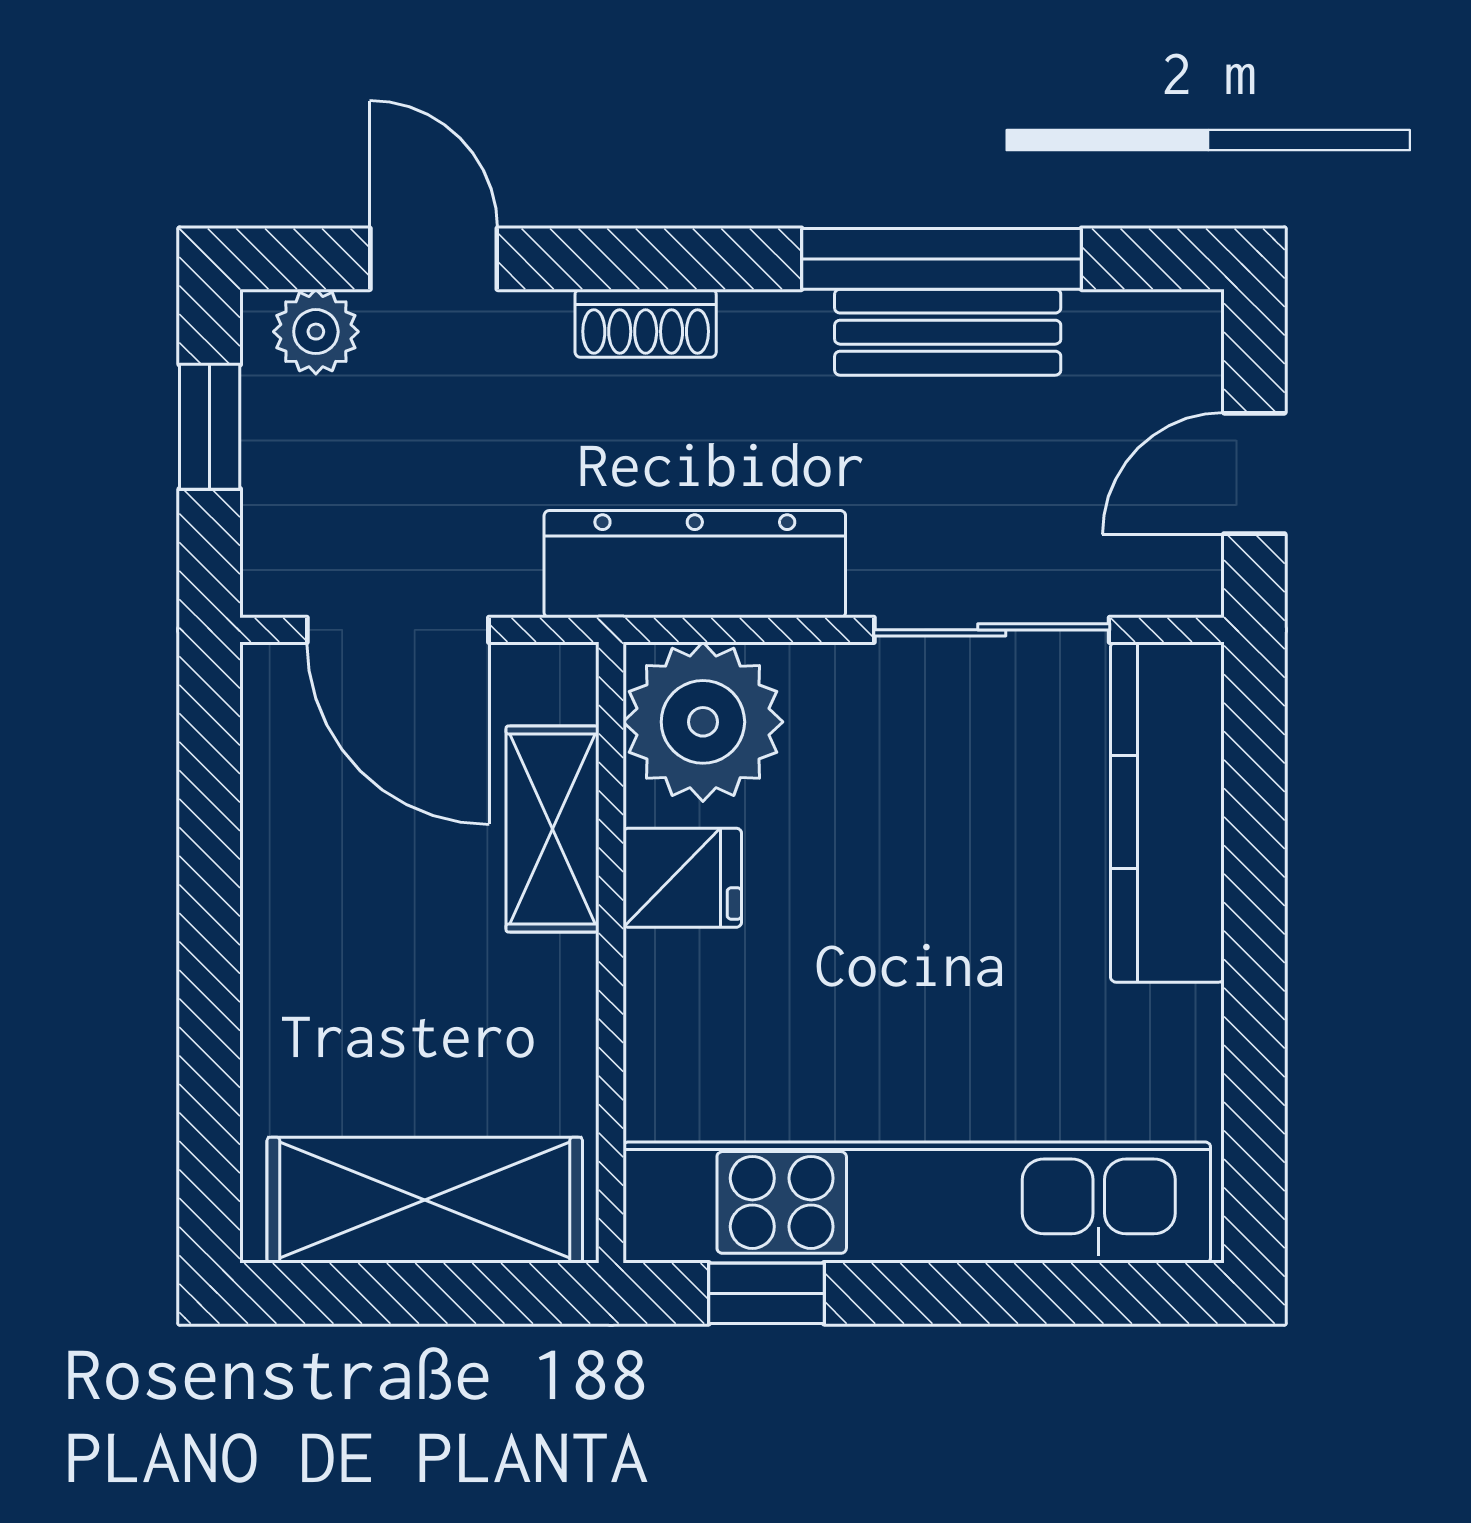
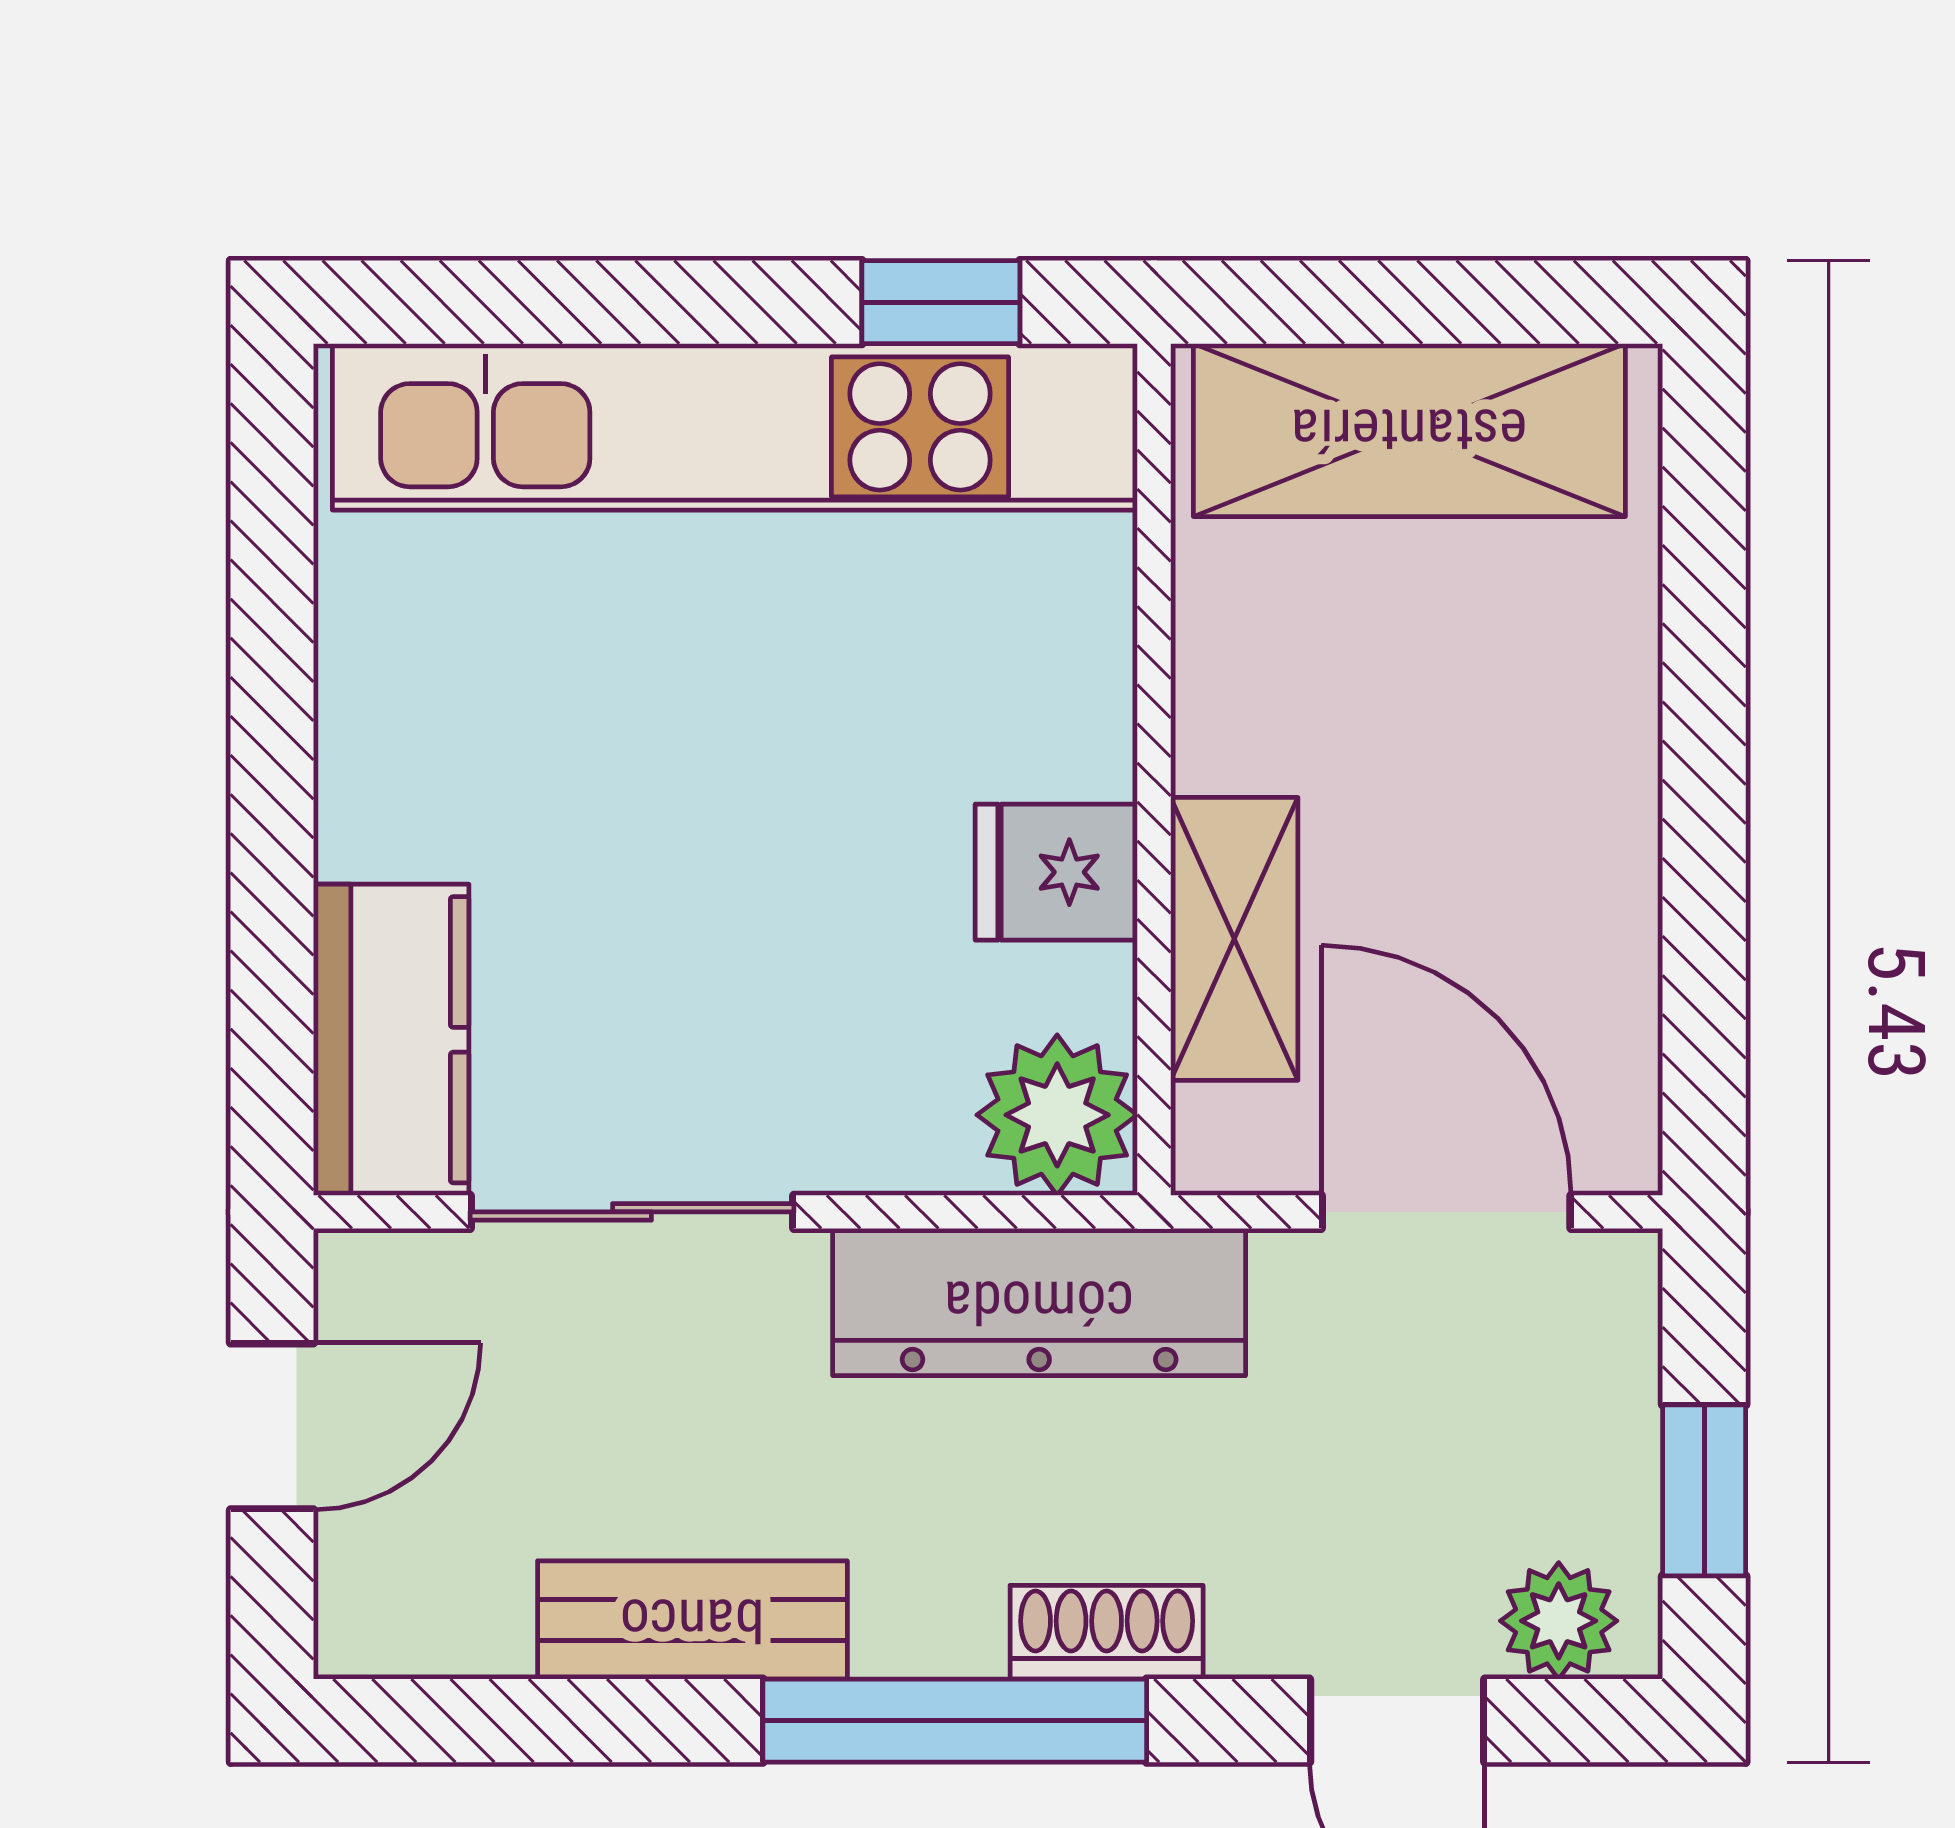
window: (942, 259) -> (955, 1721), moved
plant: (703, 722) -> (1057, 1115), width x0.73, depth x0.73
kitchen counter: (1167, 812) -> (391, 1040), width x0.67

